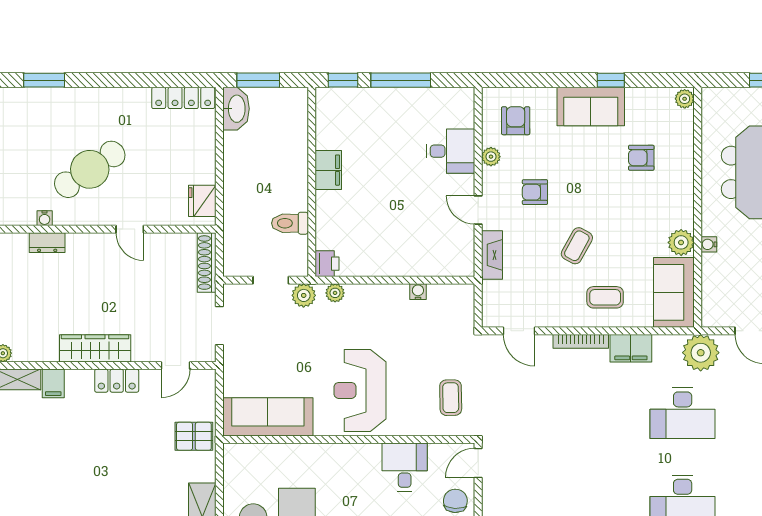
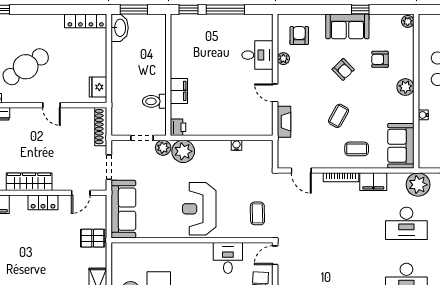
filing cabinet: (328, 170) -> (179, 91), moved
armchair: (535, 192) -> (343, 69), moved, turned -134
plant: (681, 242) -> (405, 87), moved
plant: (335, 293) -> (183, 151), width x1.88, depth x1.88
sofa: (268, 417) -> (123, 209), moved, turned 90

